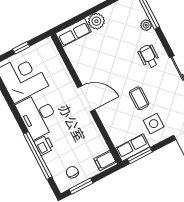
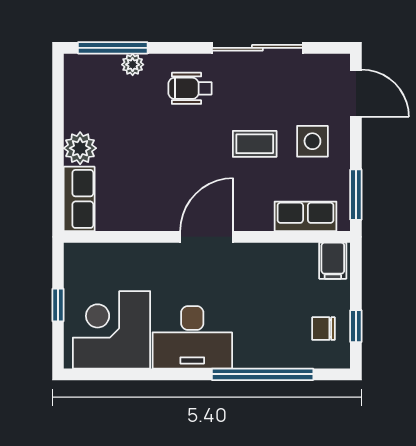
printer: (44, 145) -> (250, 354), removed
row of seats: (133, 148) -> (305, 216), moved, turned 90
window: (81, 186) -> (356, 326), width x0.67

